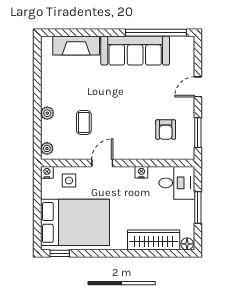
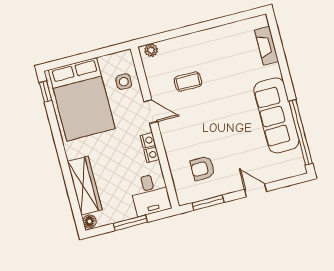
fireplace: (76, 46) -> (267, 46), width x0.73, depth x0.76
plant: (47, 113) -> (188, 41), removed
nightstand: (47, 172) -> (148, 140), moved

